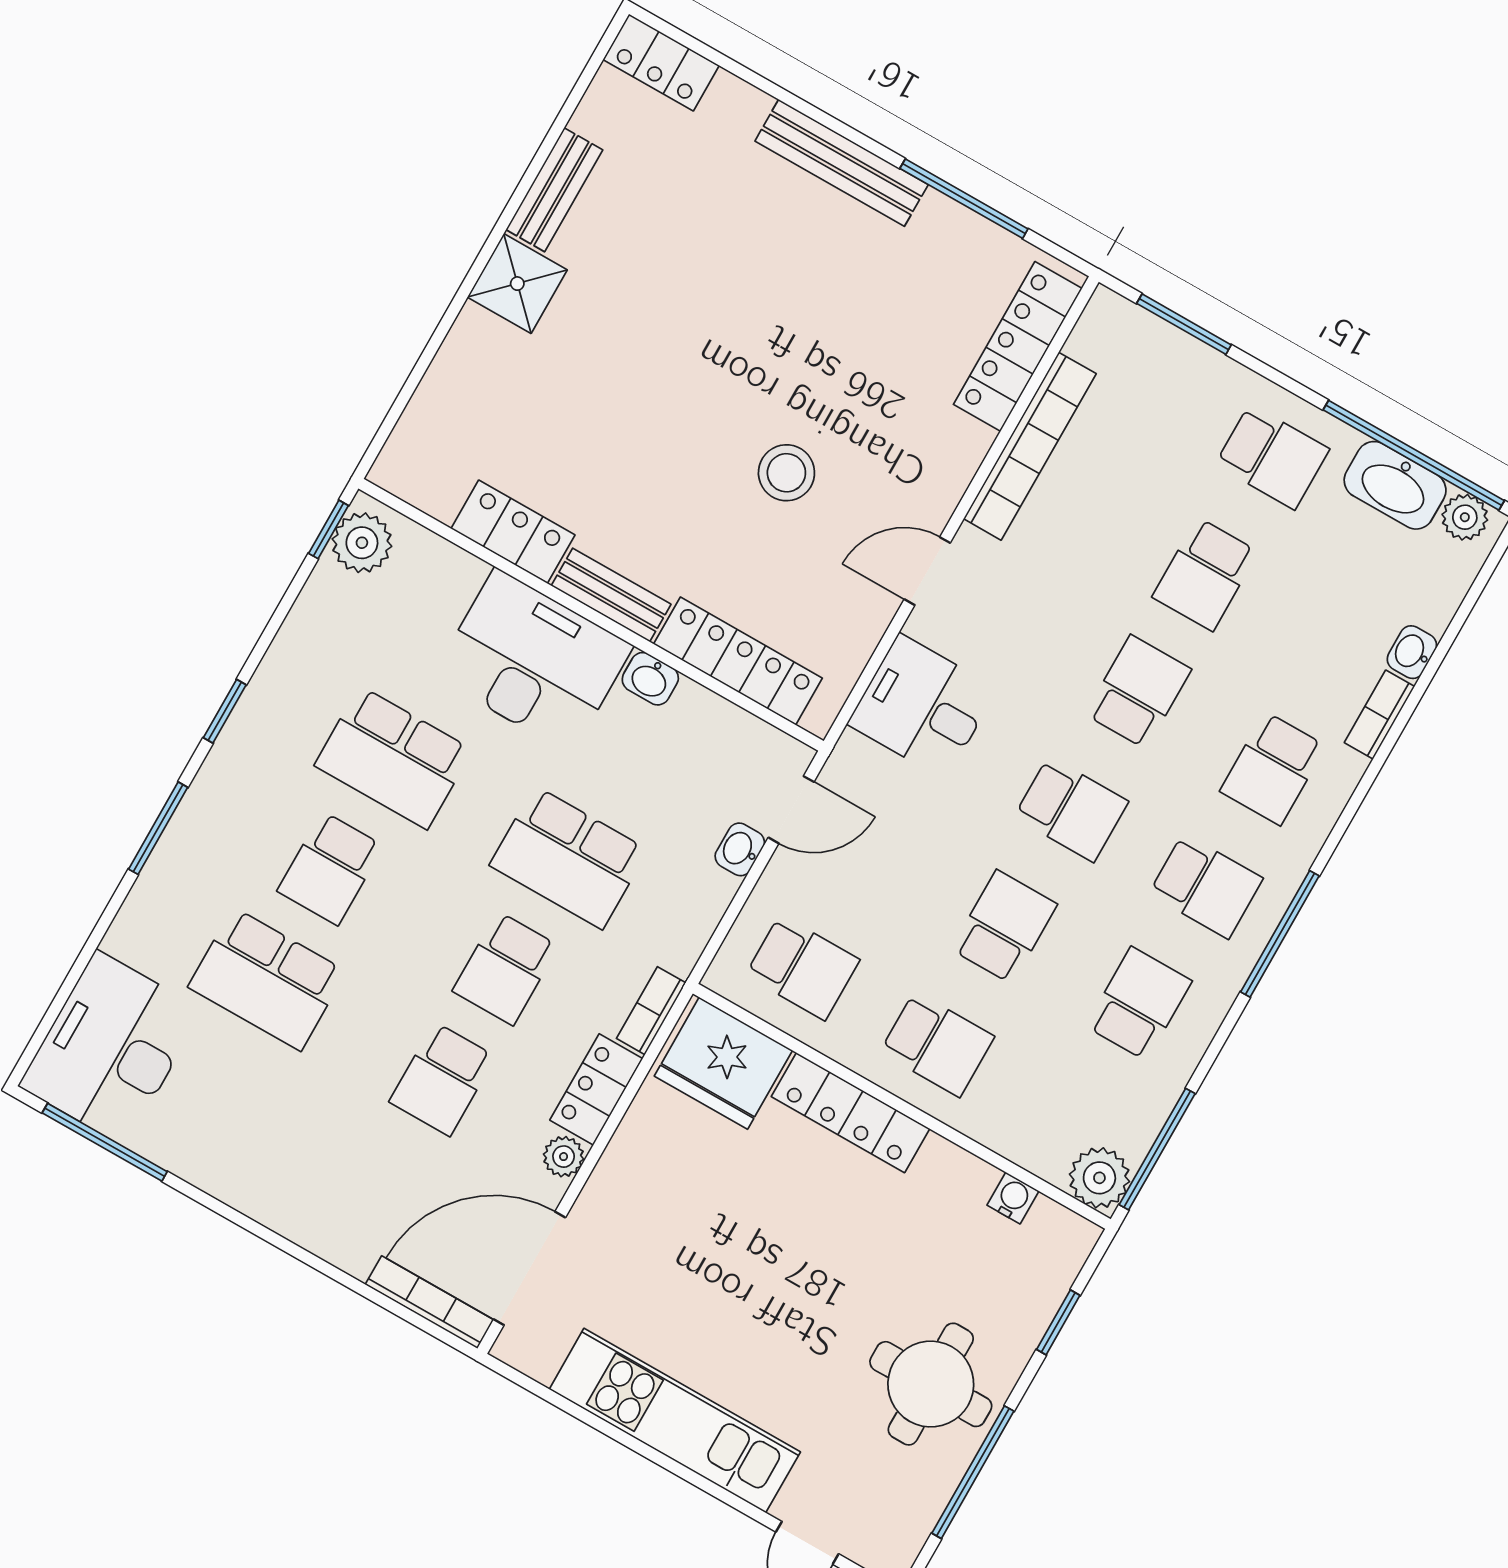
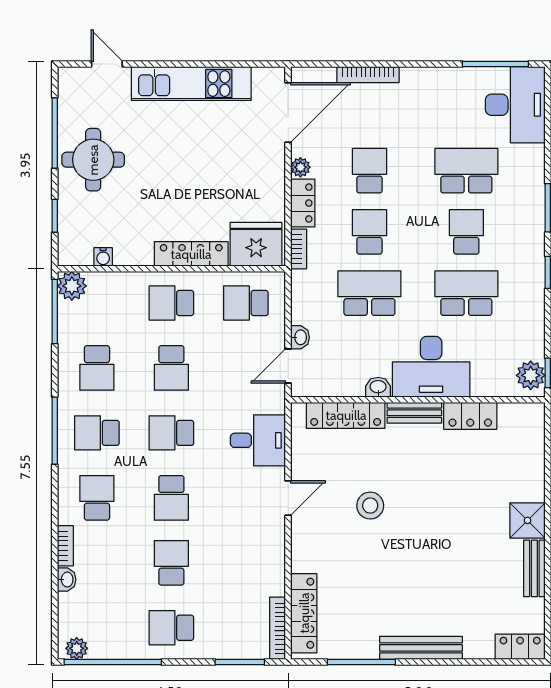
bookcase: (1030, 446) -> (277, 628), moved, width x0.68, depth x0.76
washbasin: (1395, 485) -> (113, 645), removed
bookcase: (430, 1302) -> (368, 75), moved

